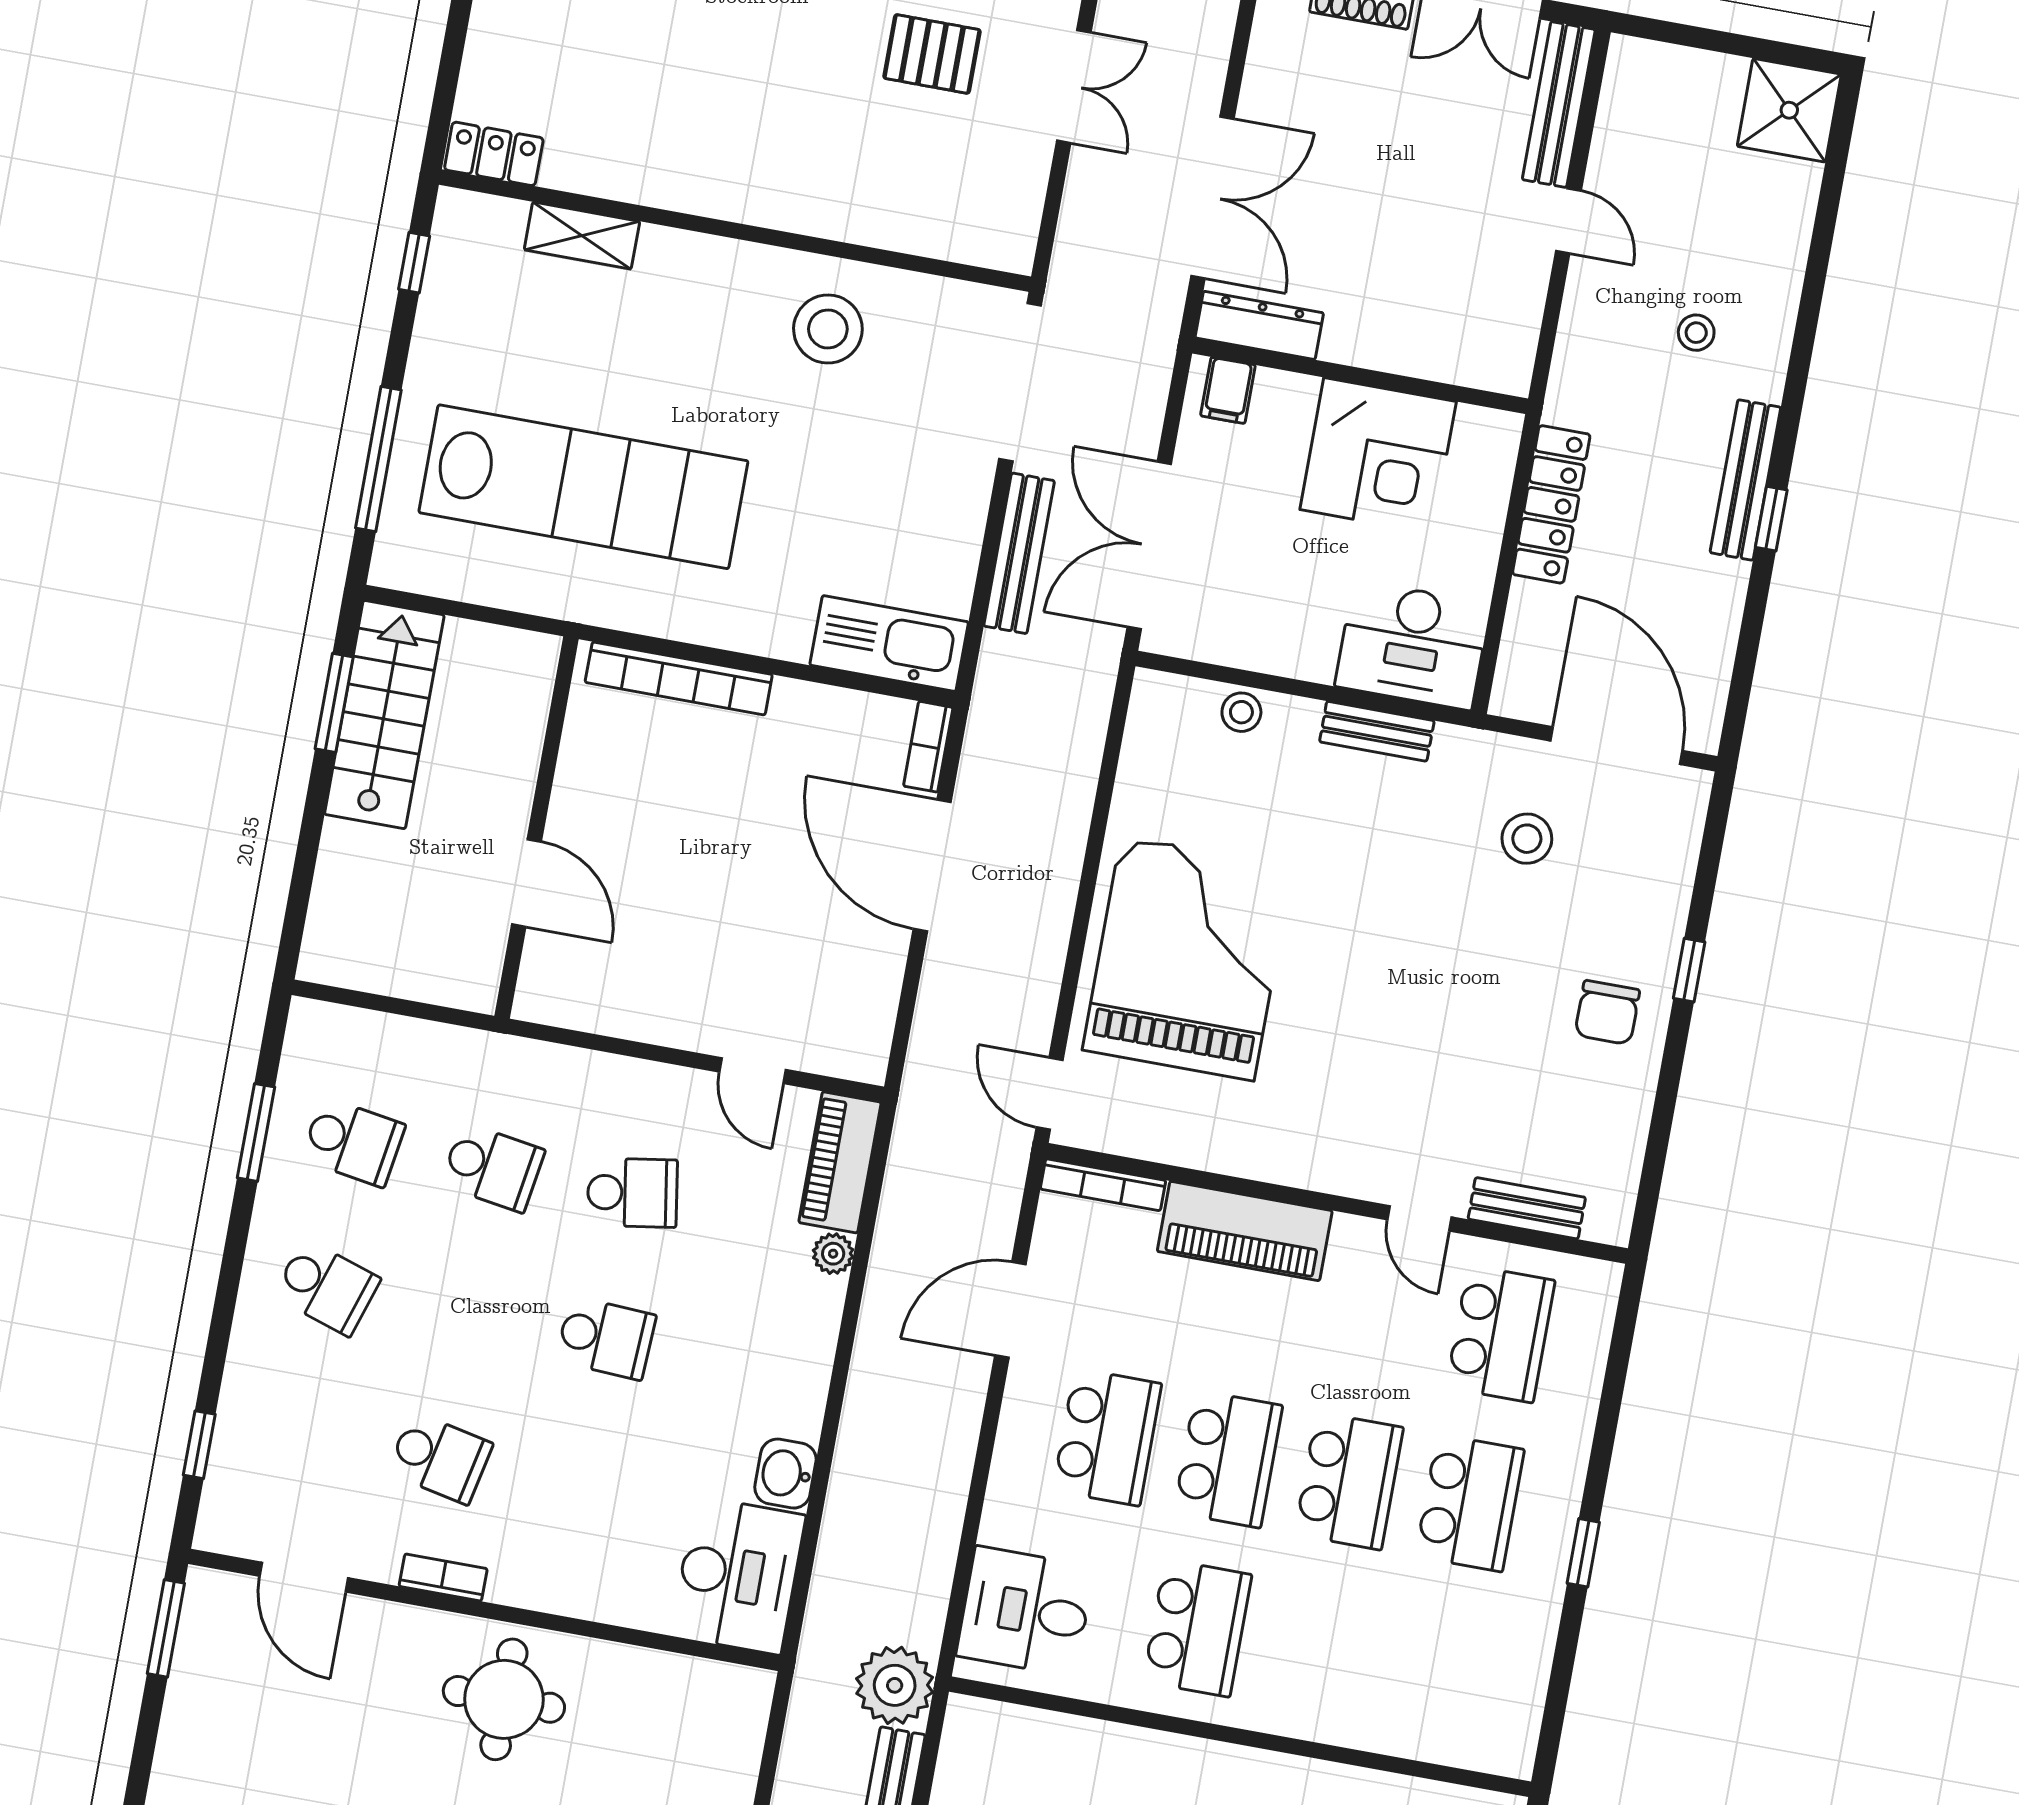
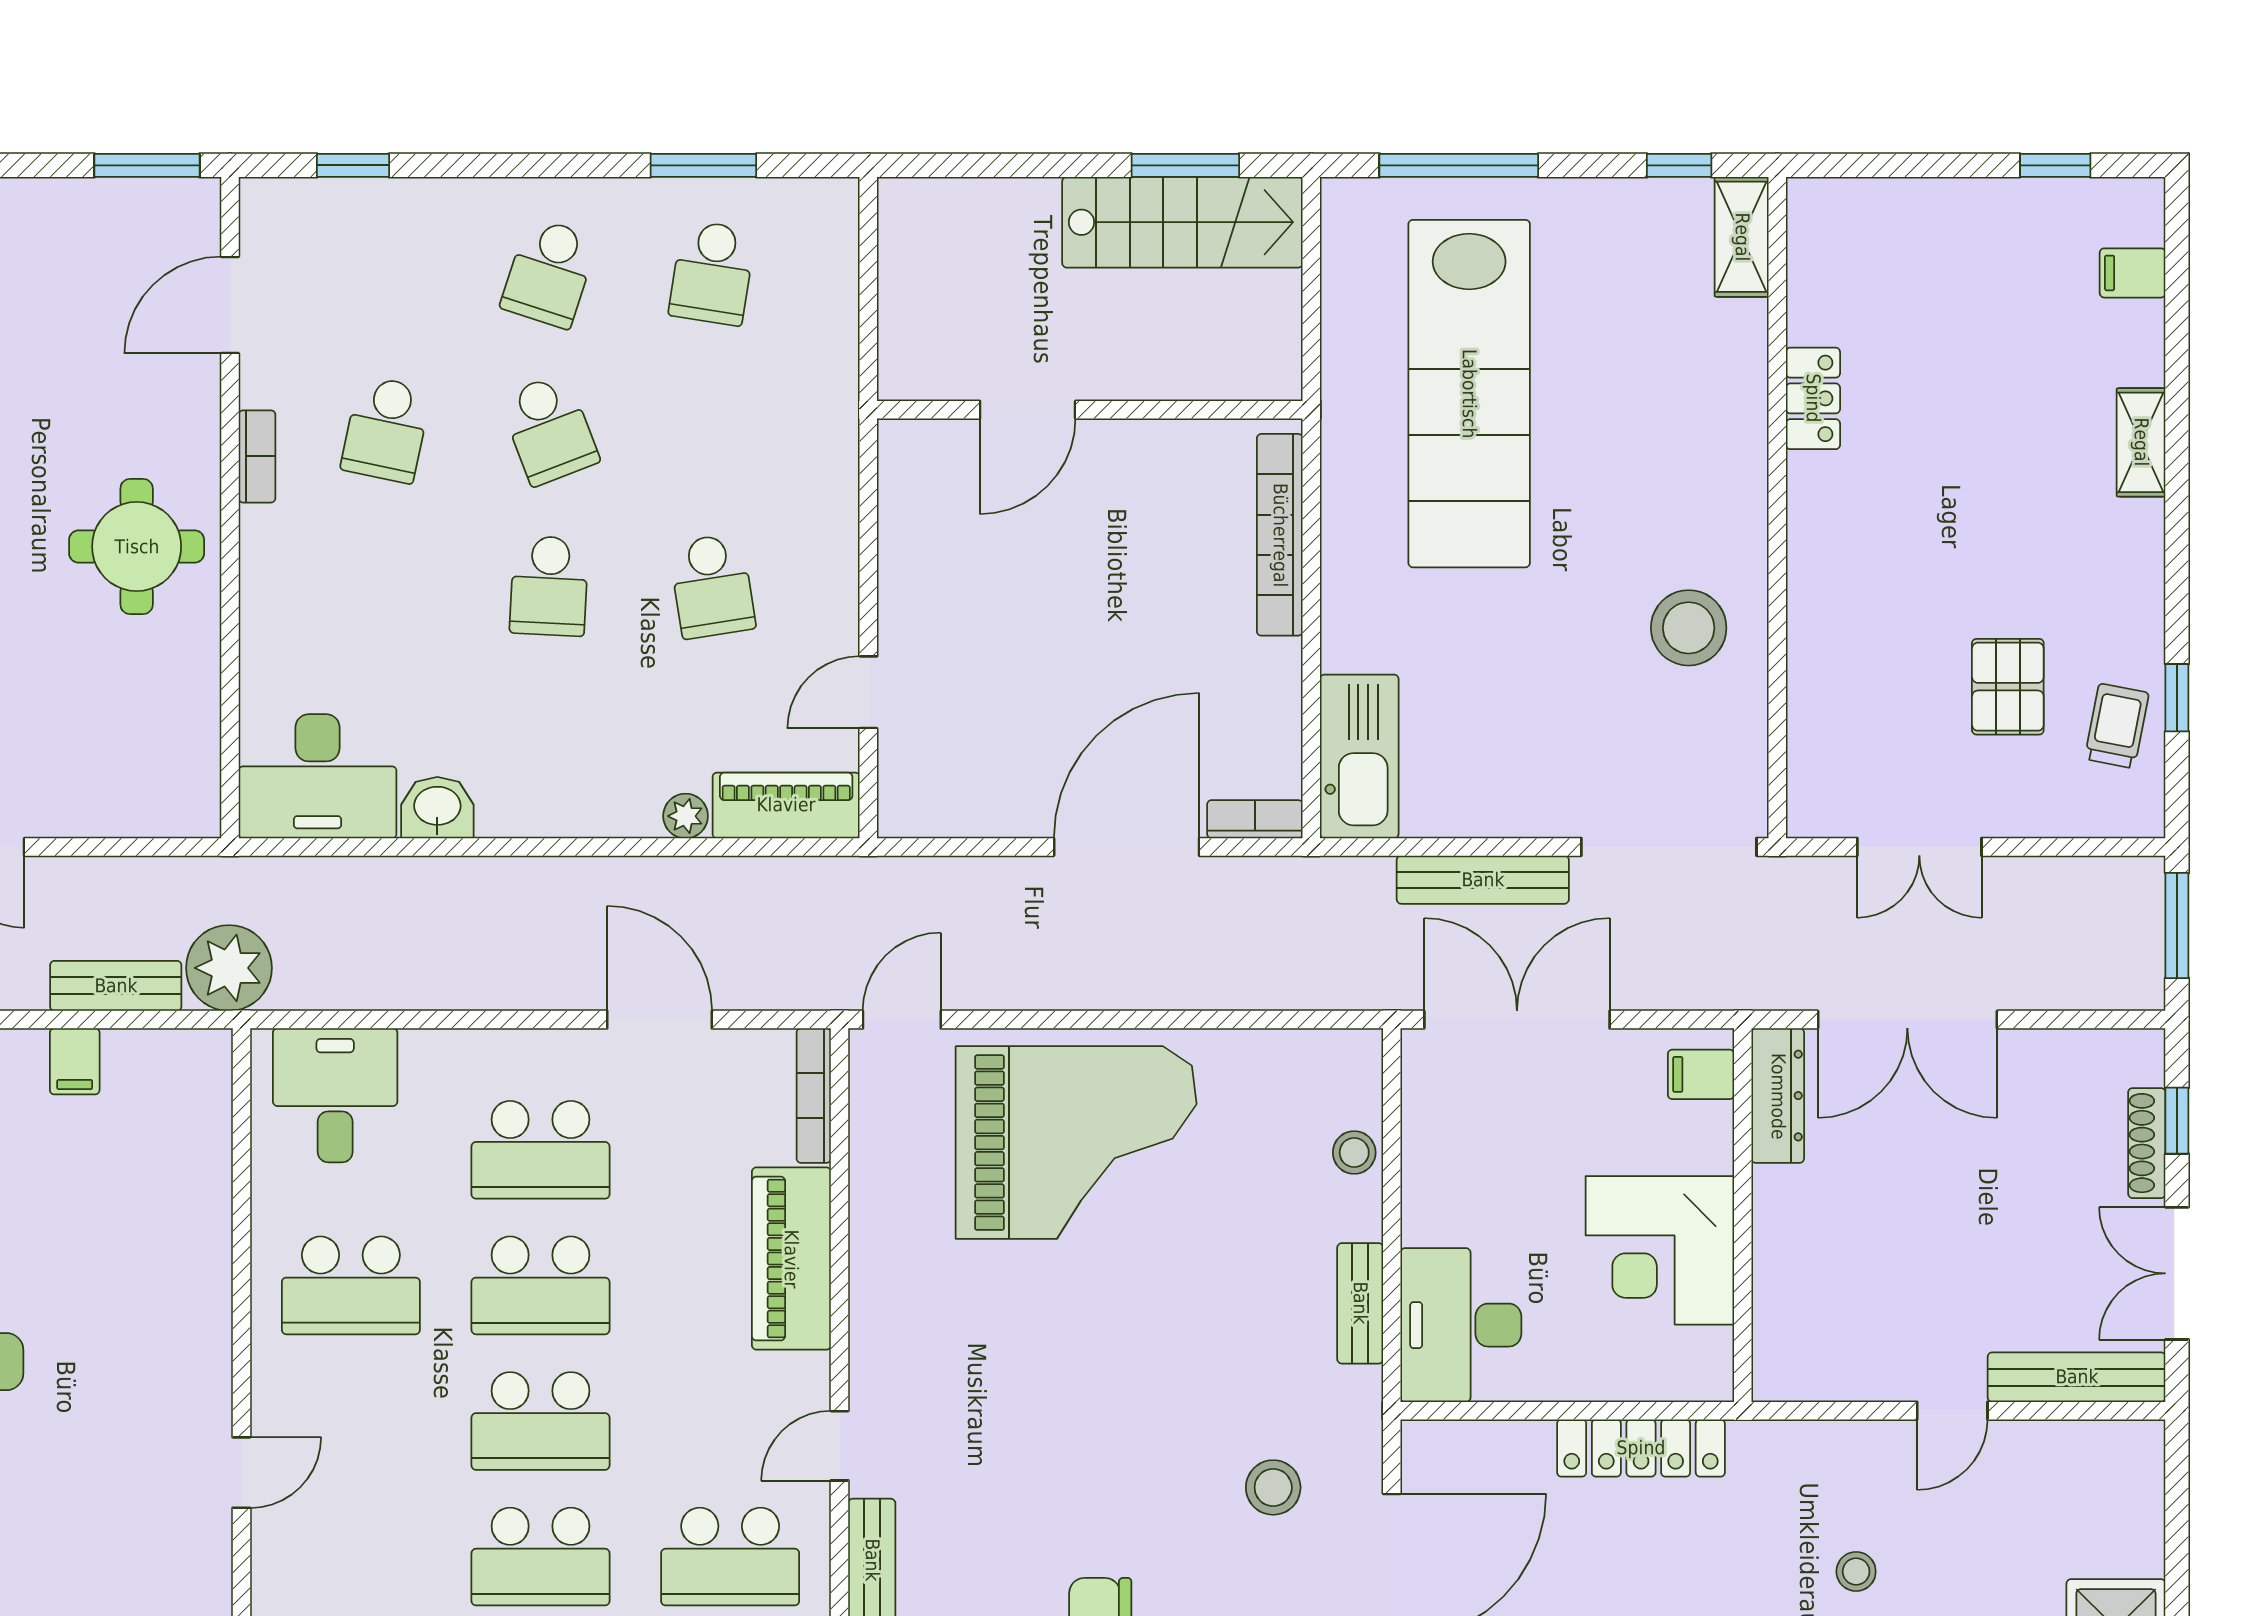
double door: (1074, 86) -> (1919, 847), moved
locker: (494, 154) -> (1813, 398), moved
shelving: (582, 236) -> (1742, 237), moved
school desk: (493, 1167) -> (549, 429), moved, turned -30
door: (1346, 1756) -> (241, 1473), added

